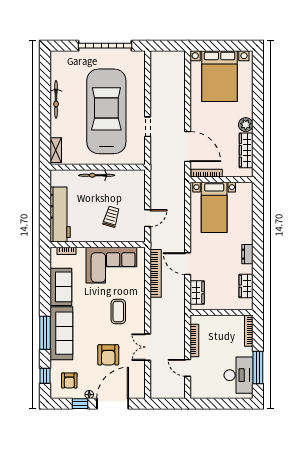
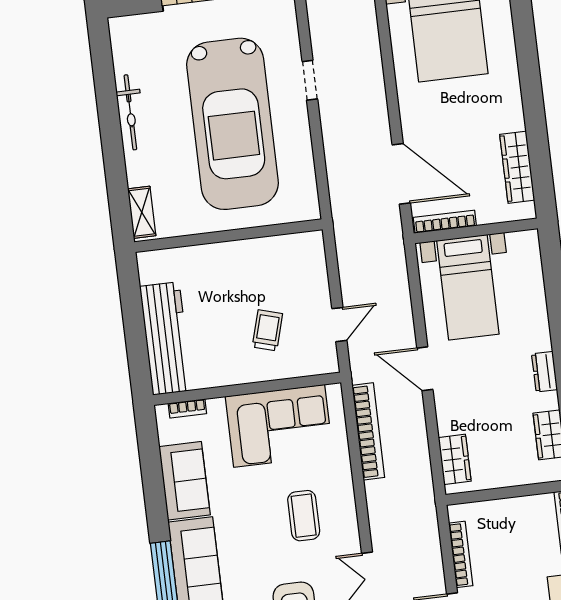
car: (106, 111) -> (232, 124), turned 180
plant: (246, 125) -> (510, 117), removed
doorway: (148, 127) -> (310, 80), moved
bicycle: (97, 175) -> (229, 252), removed
door: (188, 264) -> (425, 369), moved

